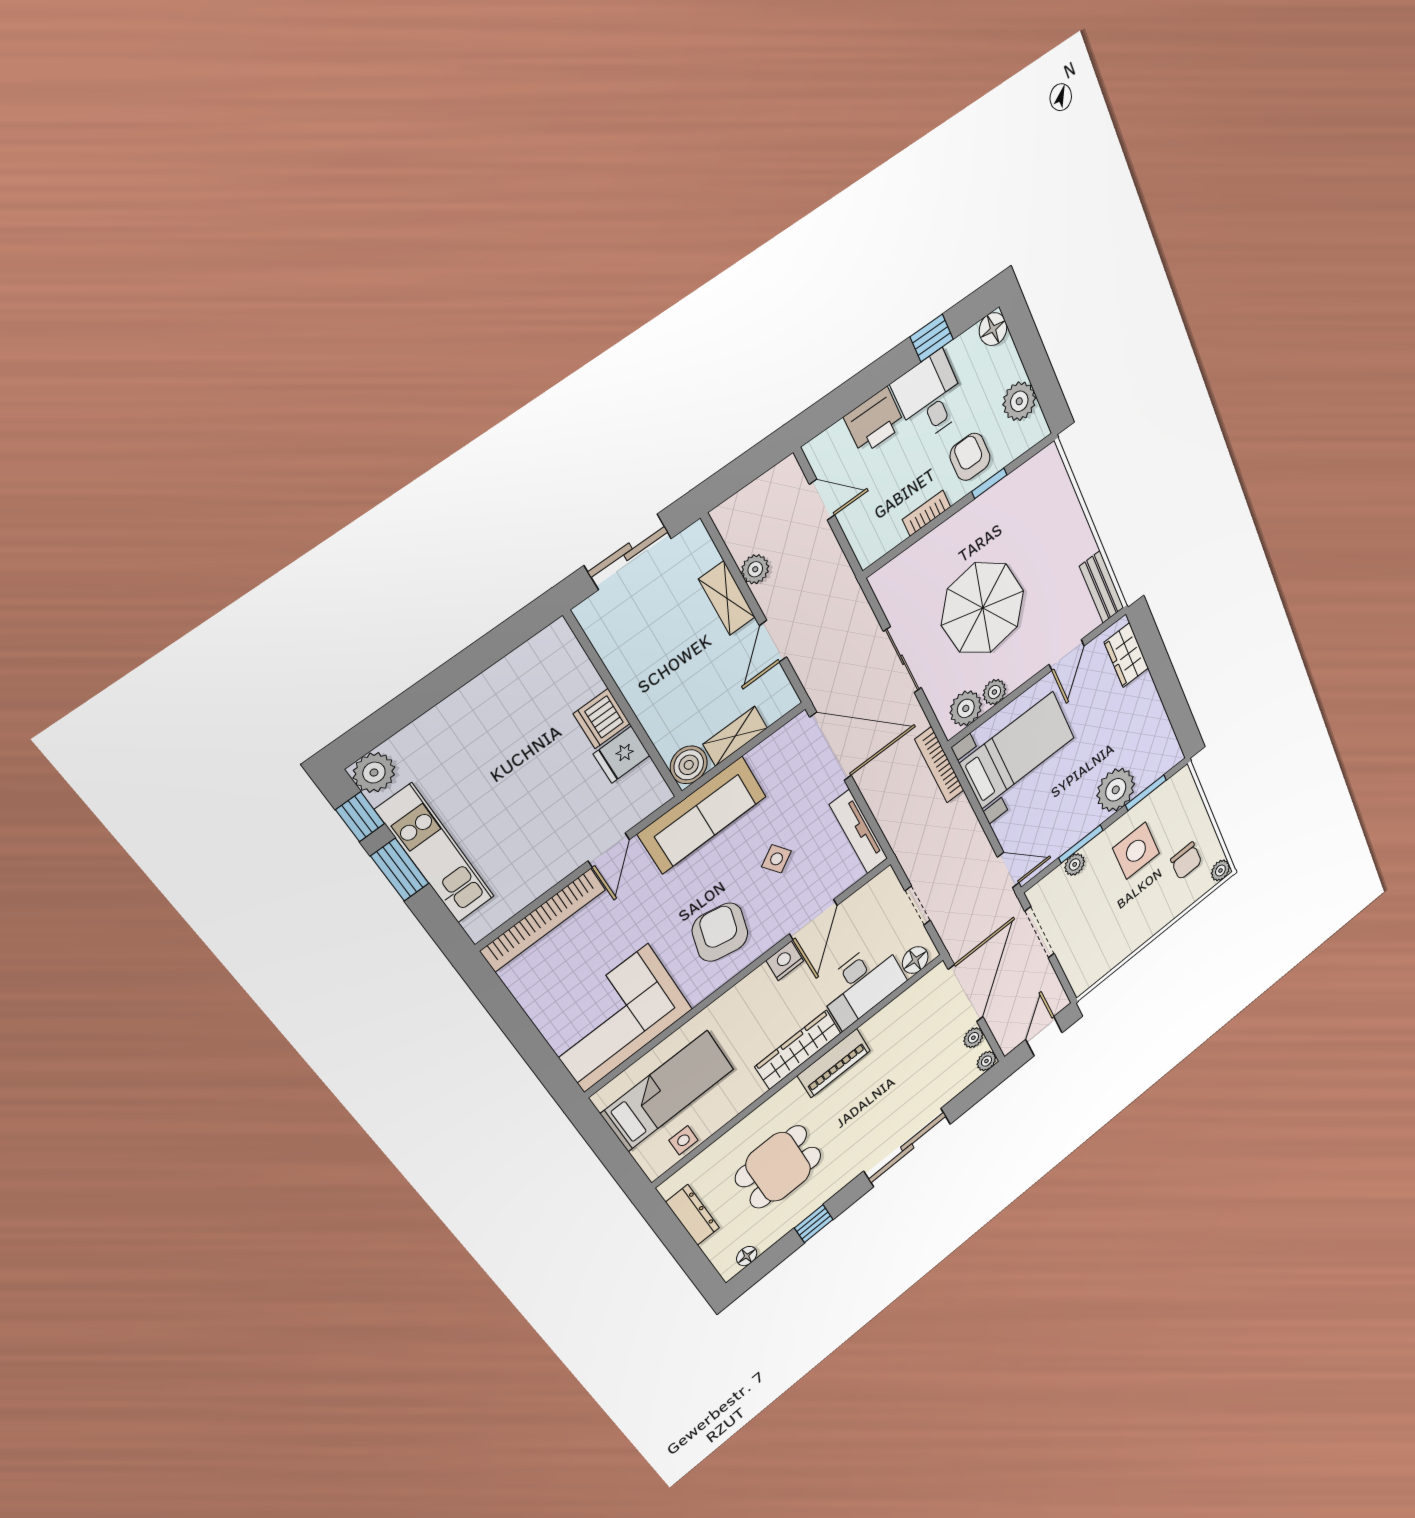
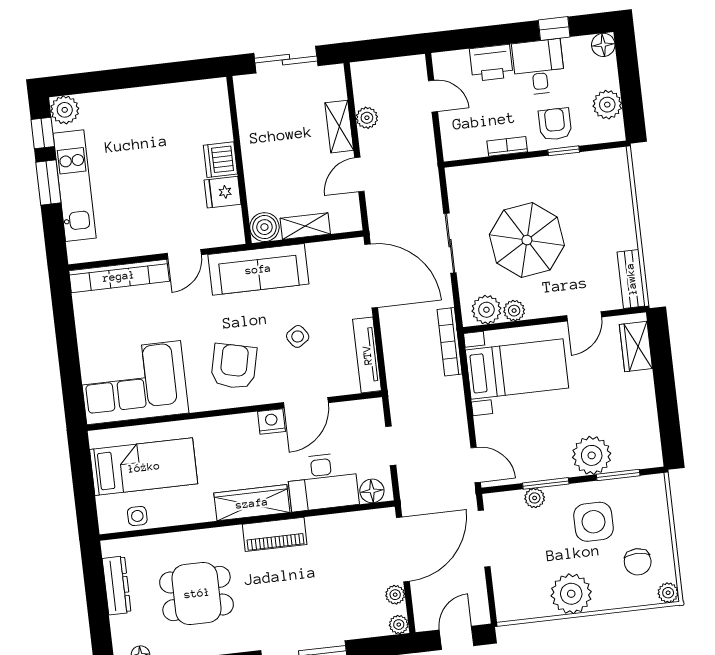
plant: (1135, 928) -> (571, 594), added

